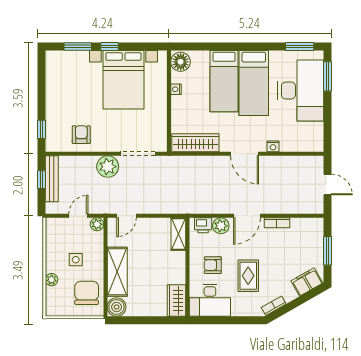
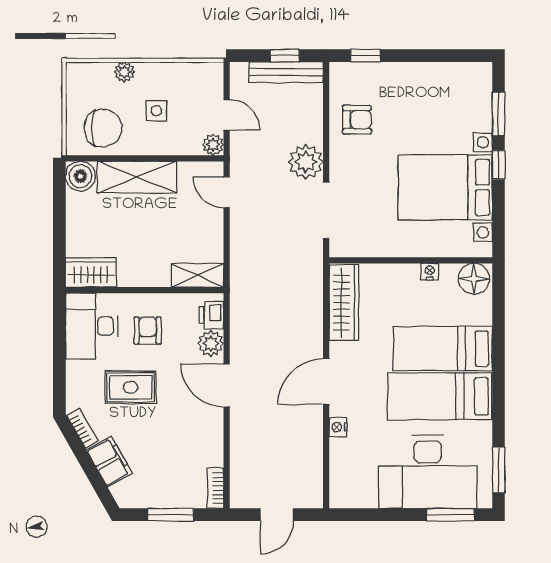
bookcase: (277, 223) -> (216, 488), moved
filing cabinet: (307, 282) -> (109, 462), moved

